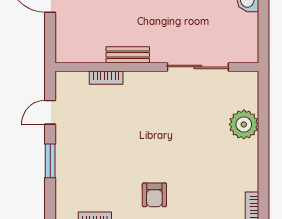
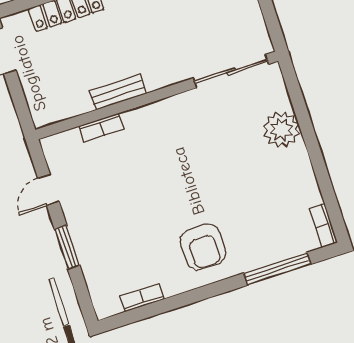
sliding door: (198, 67) -> (231, 71), moved
armchair: (154, 195) -> (203, 247), width x1.38, depth x1.38

